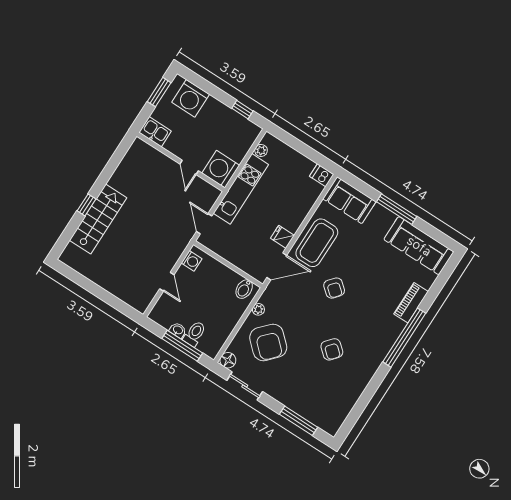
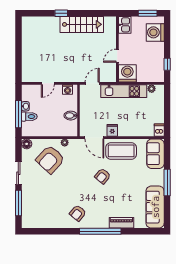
stairs: (98, 219) -> (82, 24), moved
bidet: (244, 289) -> (71, 116), moved
armchair: (332, 349) -> (78, 213), moved
sliding door: (245, 386) -> (18, 173), moved

